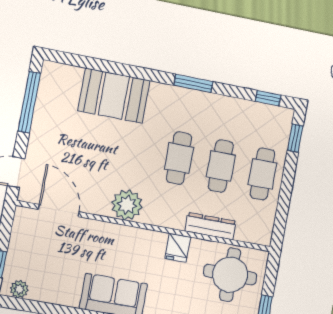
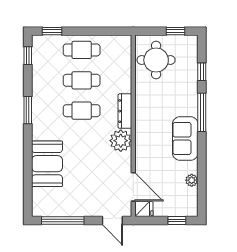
door: (59, 211) -> (133, 187), swing flipped
dresser: (210, 226) -> (125, 111), moved
fridge: (178, 248) -> (144, 209), moved
plant: (19, 289) -> (192, 180), moved

